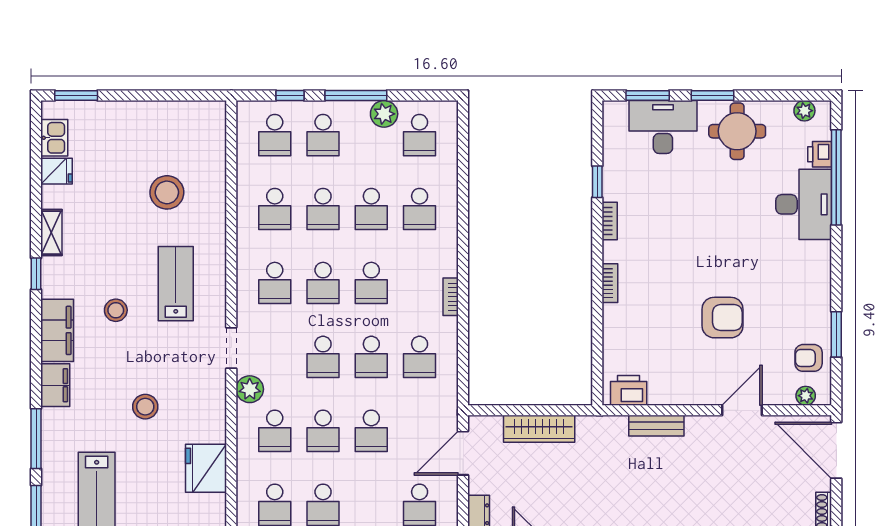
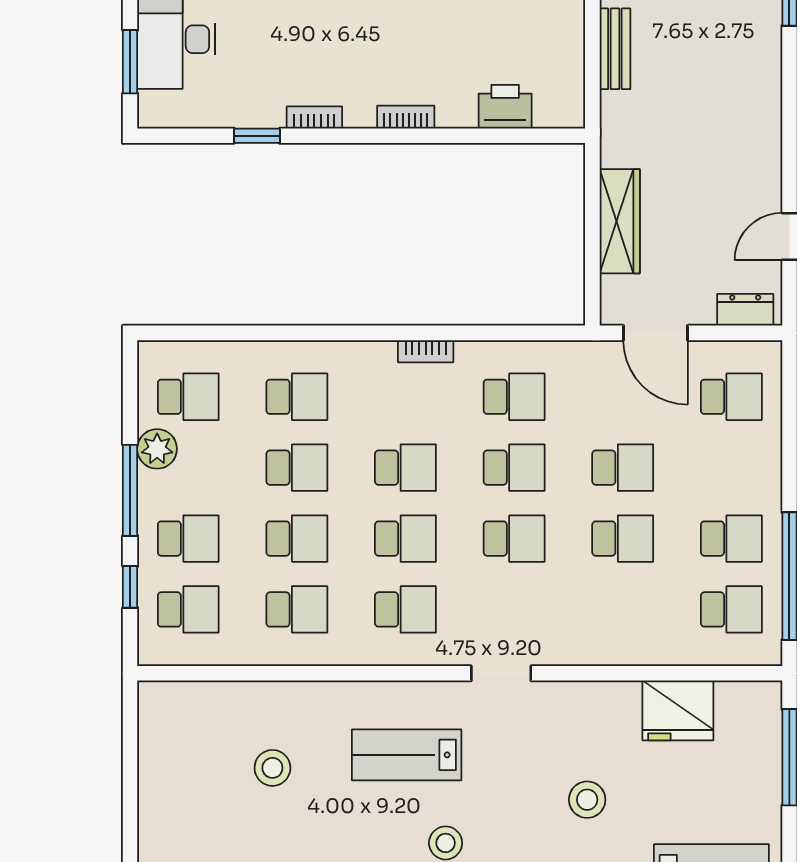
stool: (167, 192) -> (272, 768), width x0.73, depth x0.73
plant: (250, 389) -> (561, 646), removed
printer: (629, 390) -> (505, 107), moved, turned 90
school desk: (275, 431) -> (623, 609), removed

